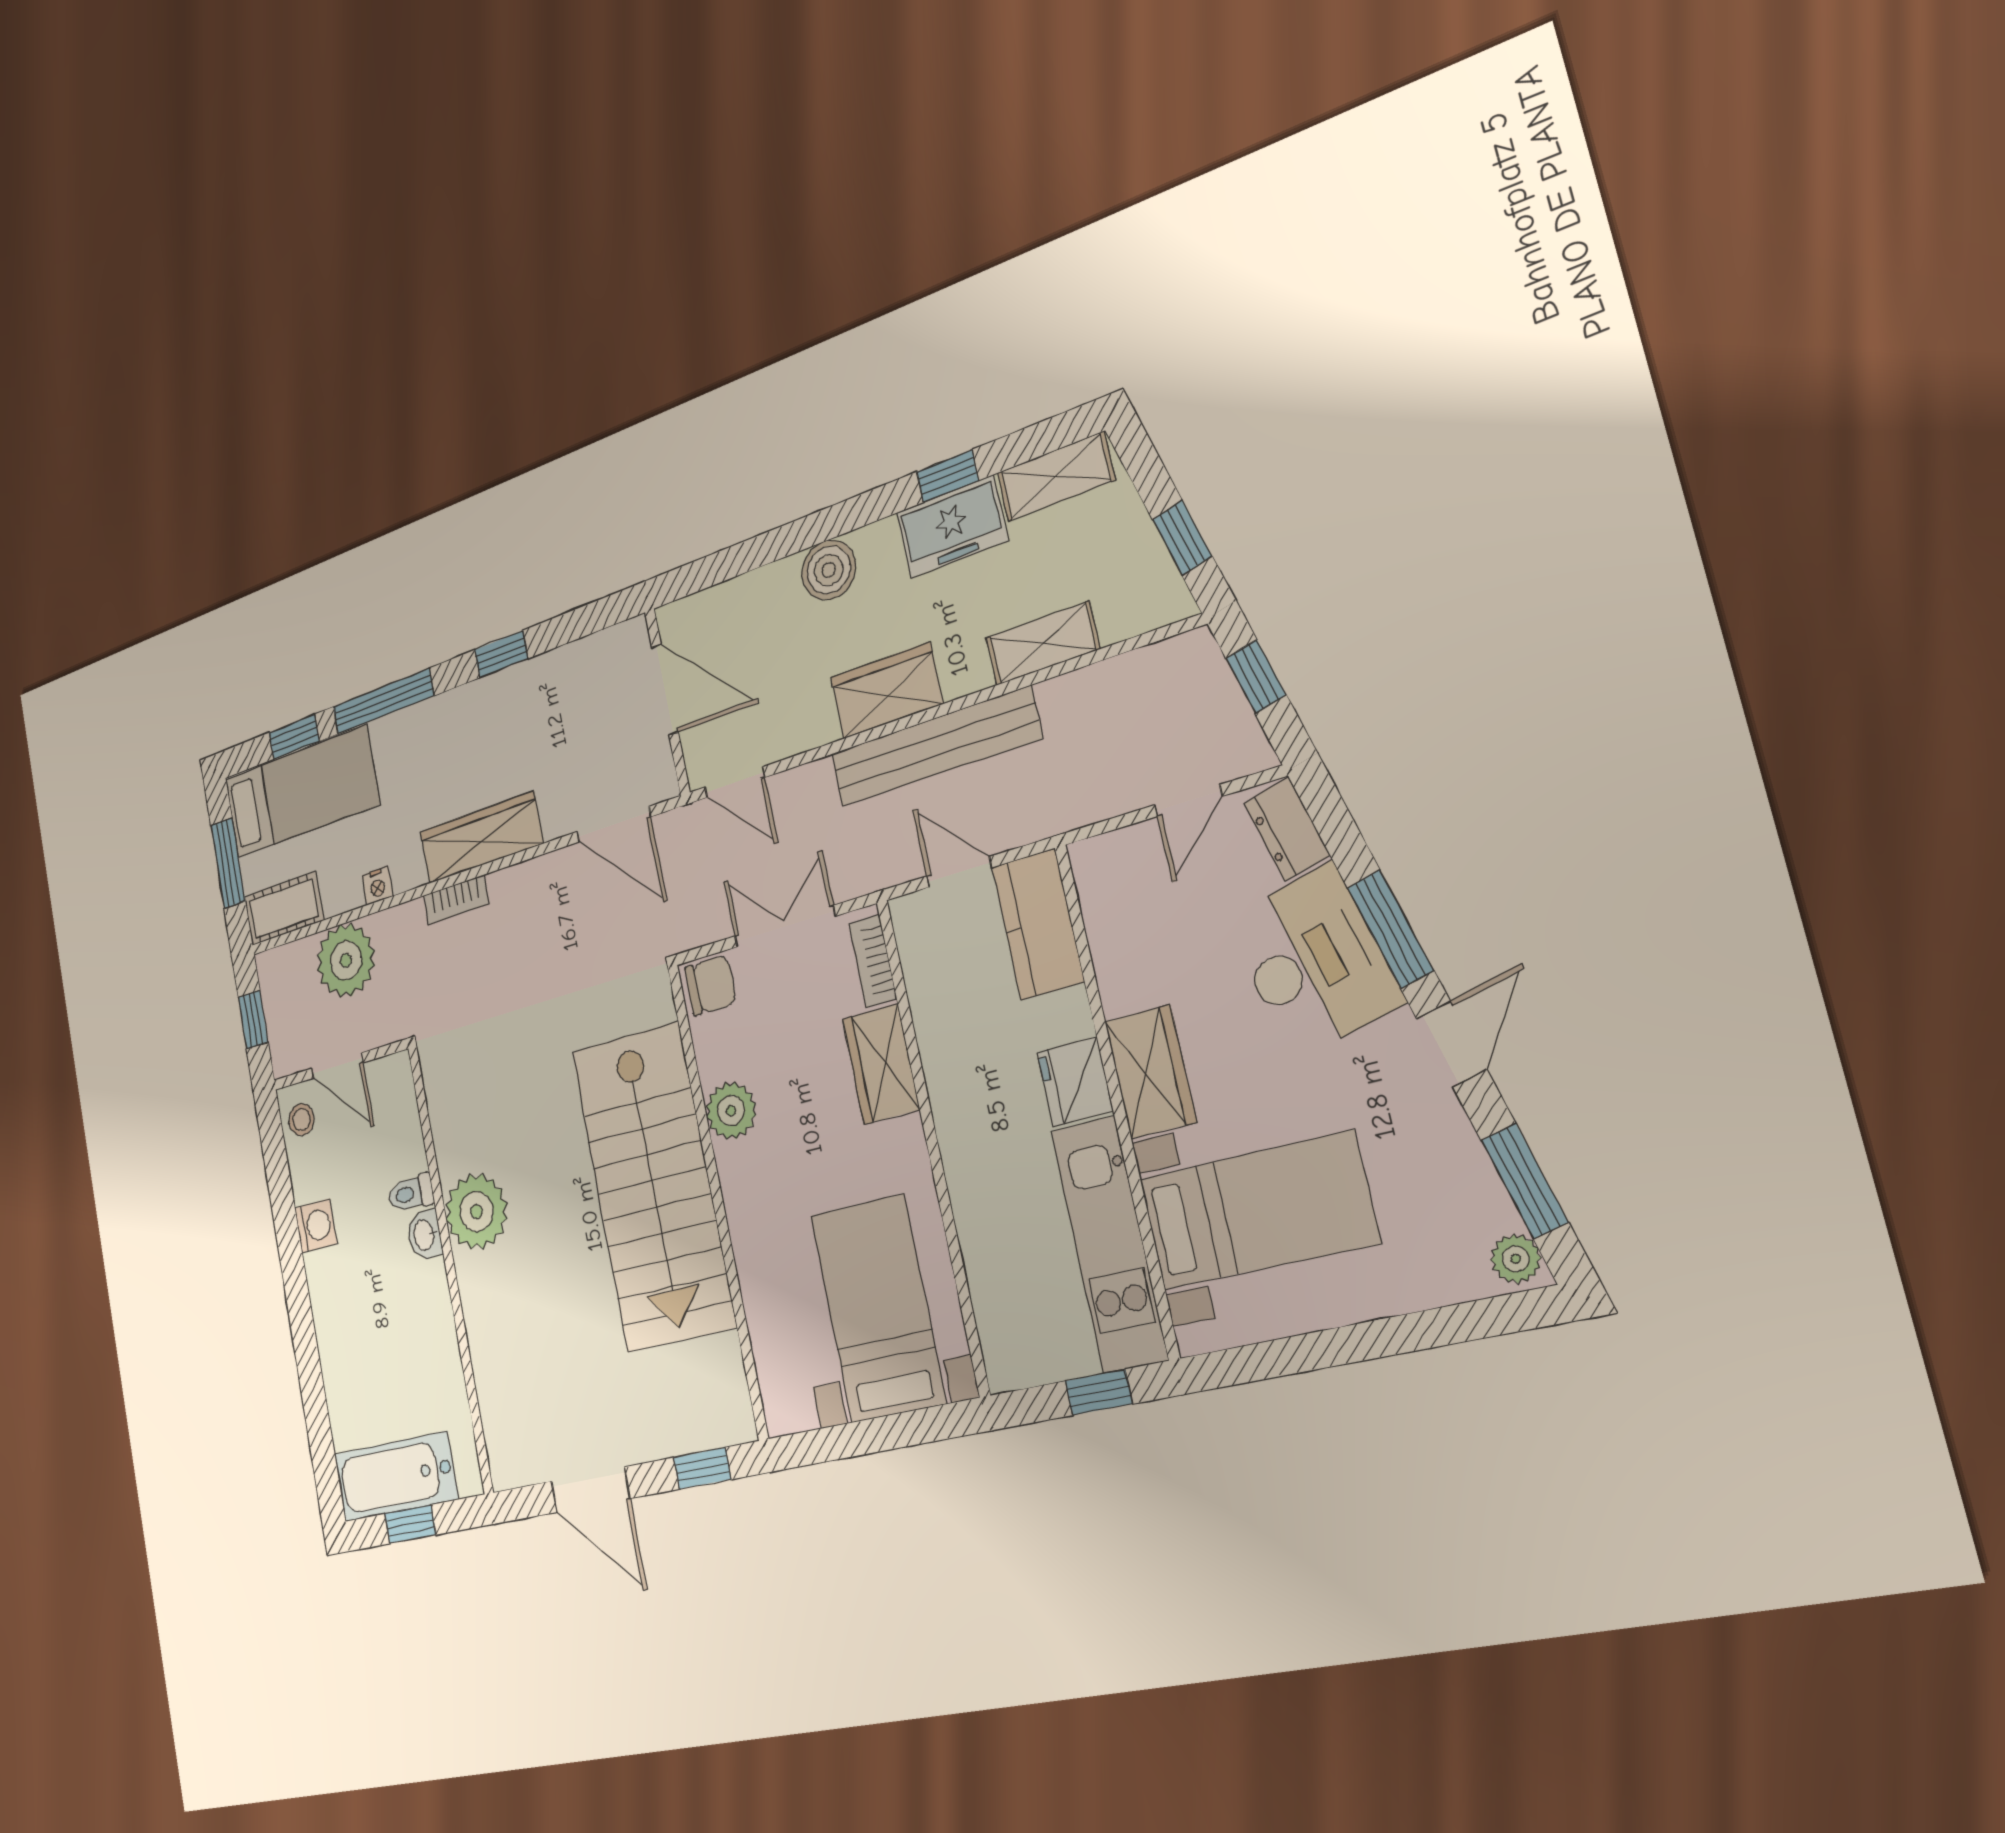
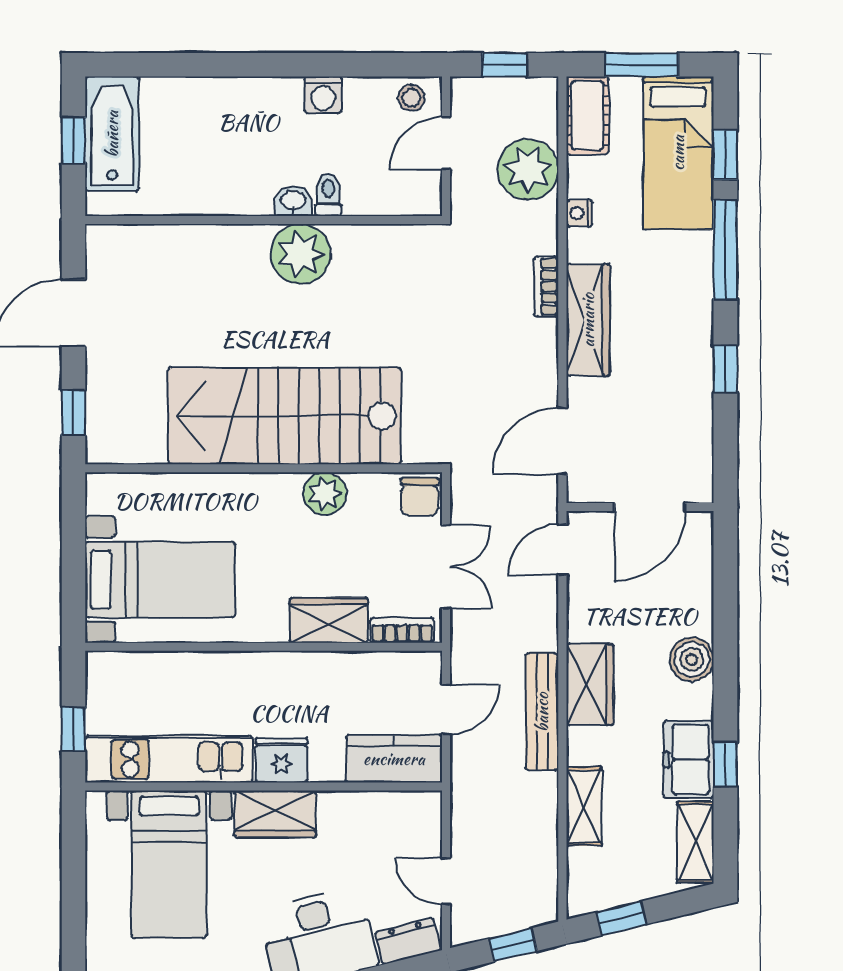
bench: (935, 746) -> (542, 712), width x0.73, depth x0.82

